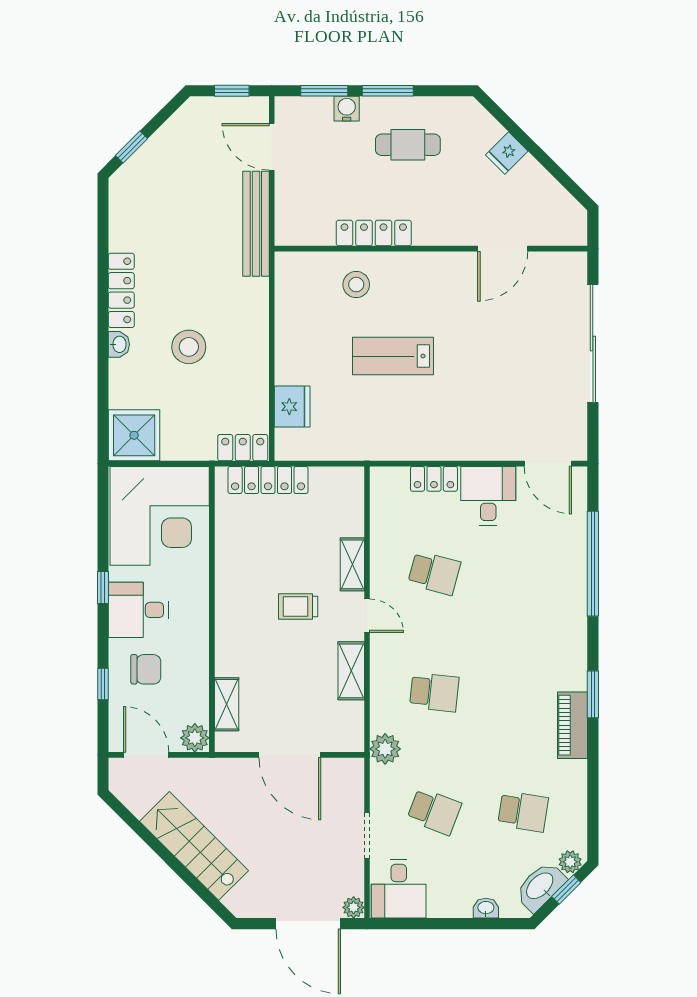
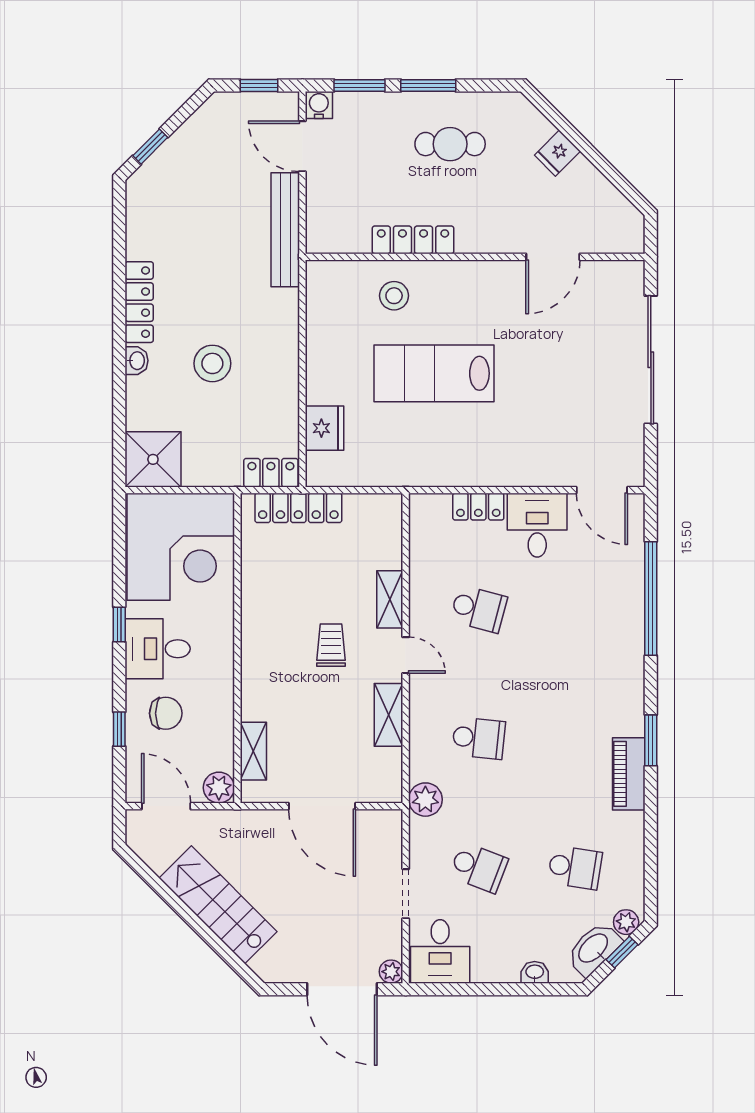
water cooler: (347, 109) -> (319, 105), moved
lab bench: (393, 356) -> (434, 373), width x1.36, depth x1.39
trolley: (298, 606) -> (331, 645), turned 90

